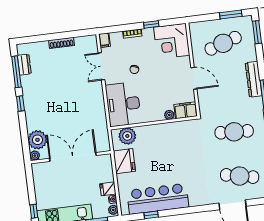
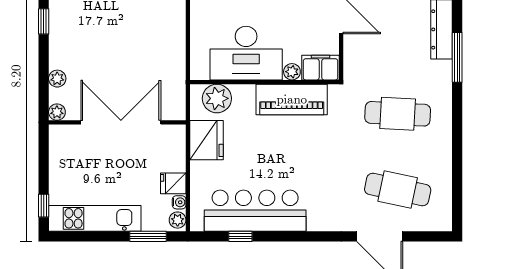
desk: (123, 104) -> (246, 53), moved, turned -90
piano: (171, 131) -> (292, 99), added
plant: (37, 140) -> (57, 79), width x0.53, depth x0.53

